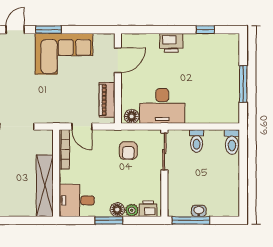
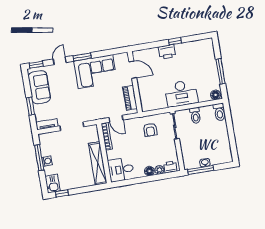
window: (205, 30) -> (175, 41), moved
door: (118, 60) -> (133, 70), hinge flipped
desk: (162, 106) -> (181, 93), moved
floor lamp: (132, 116) -> (216, 95), moved
window: (109, 220) -> (145, 179), removed

